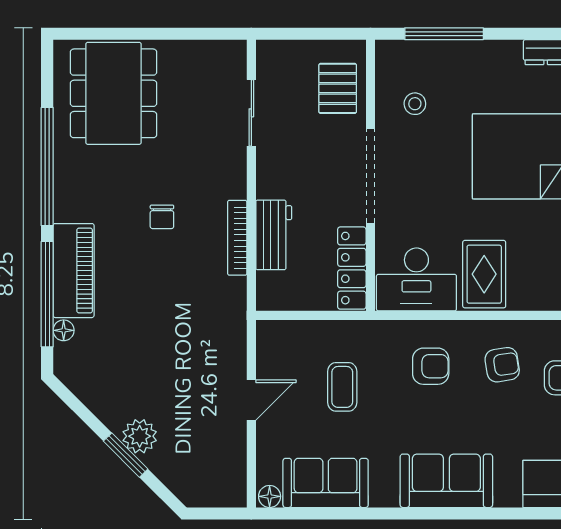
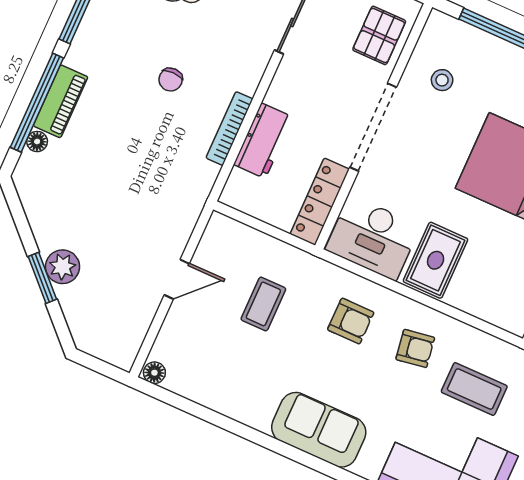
piano: (74, 271) -> (60, 101), width x0.73, depth x0.75
sofa: (326, 483) -> (210, 383), removed

